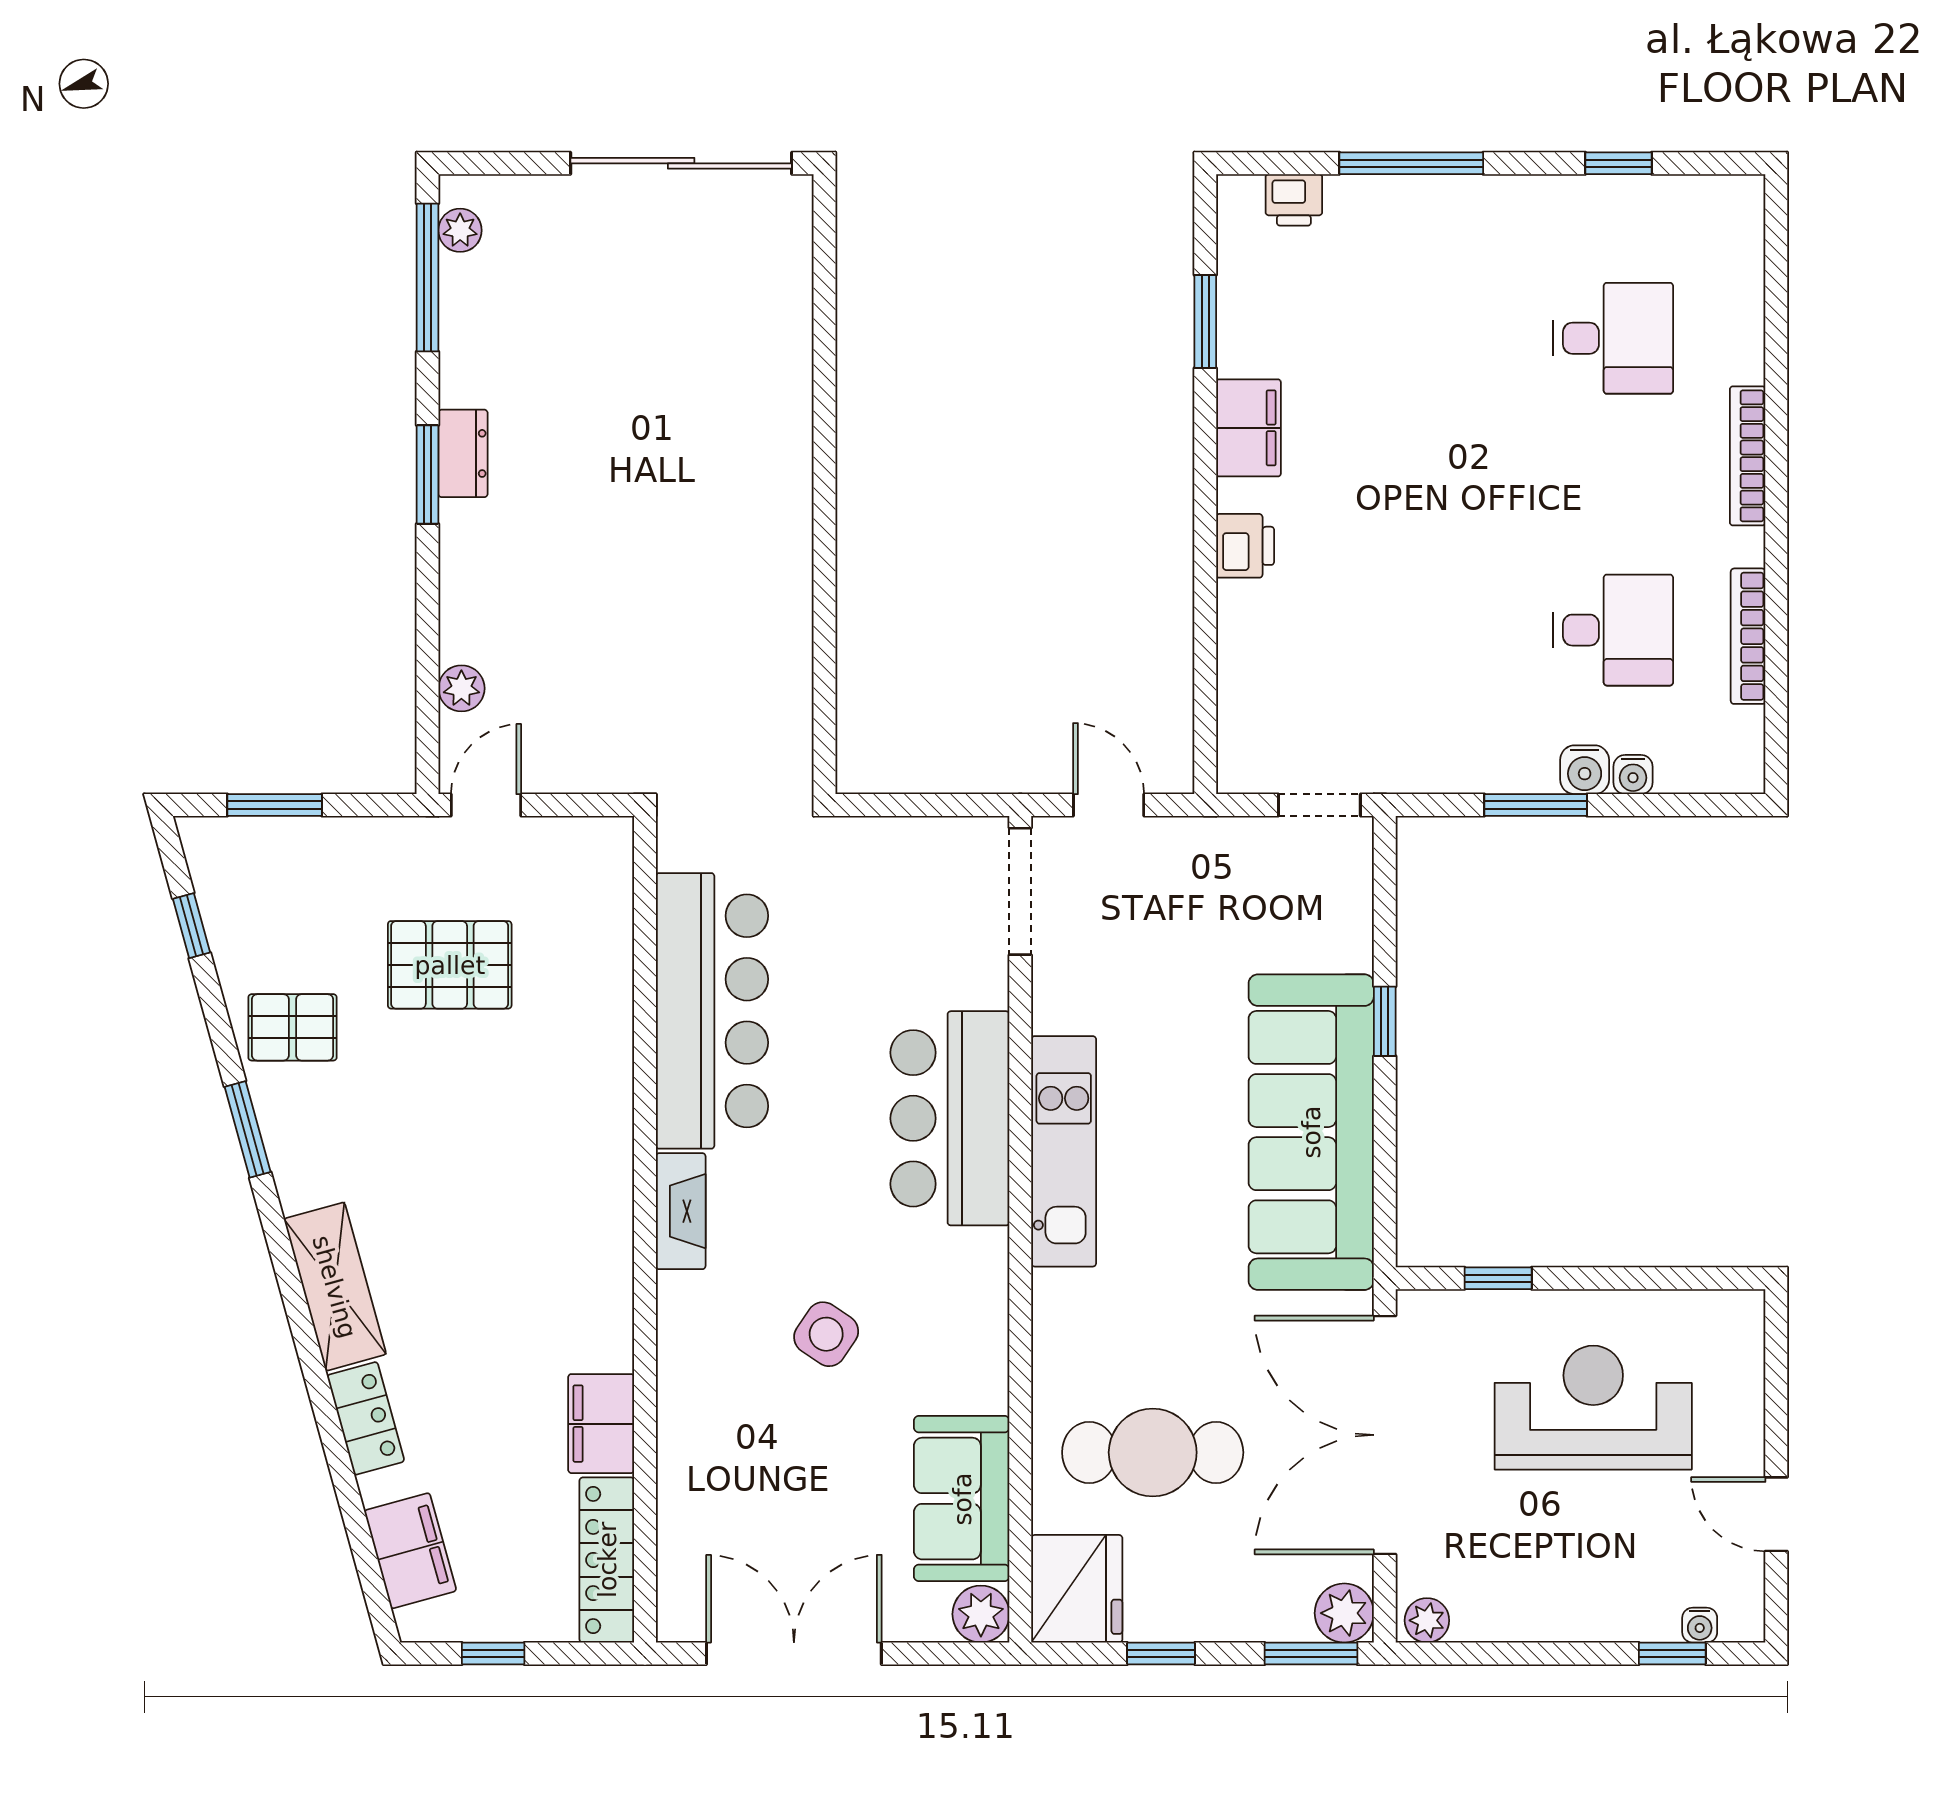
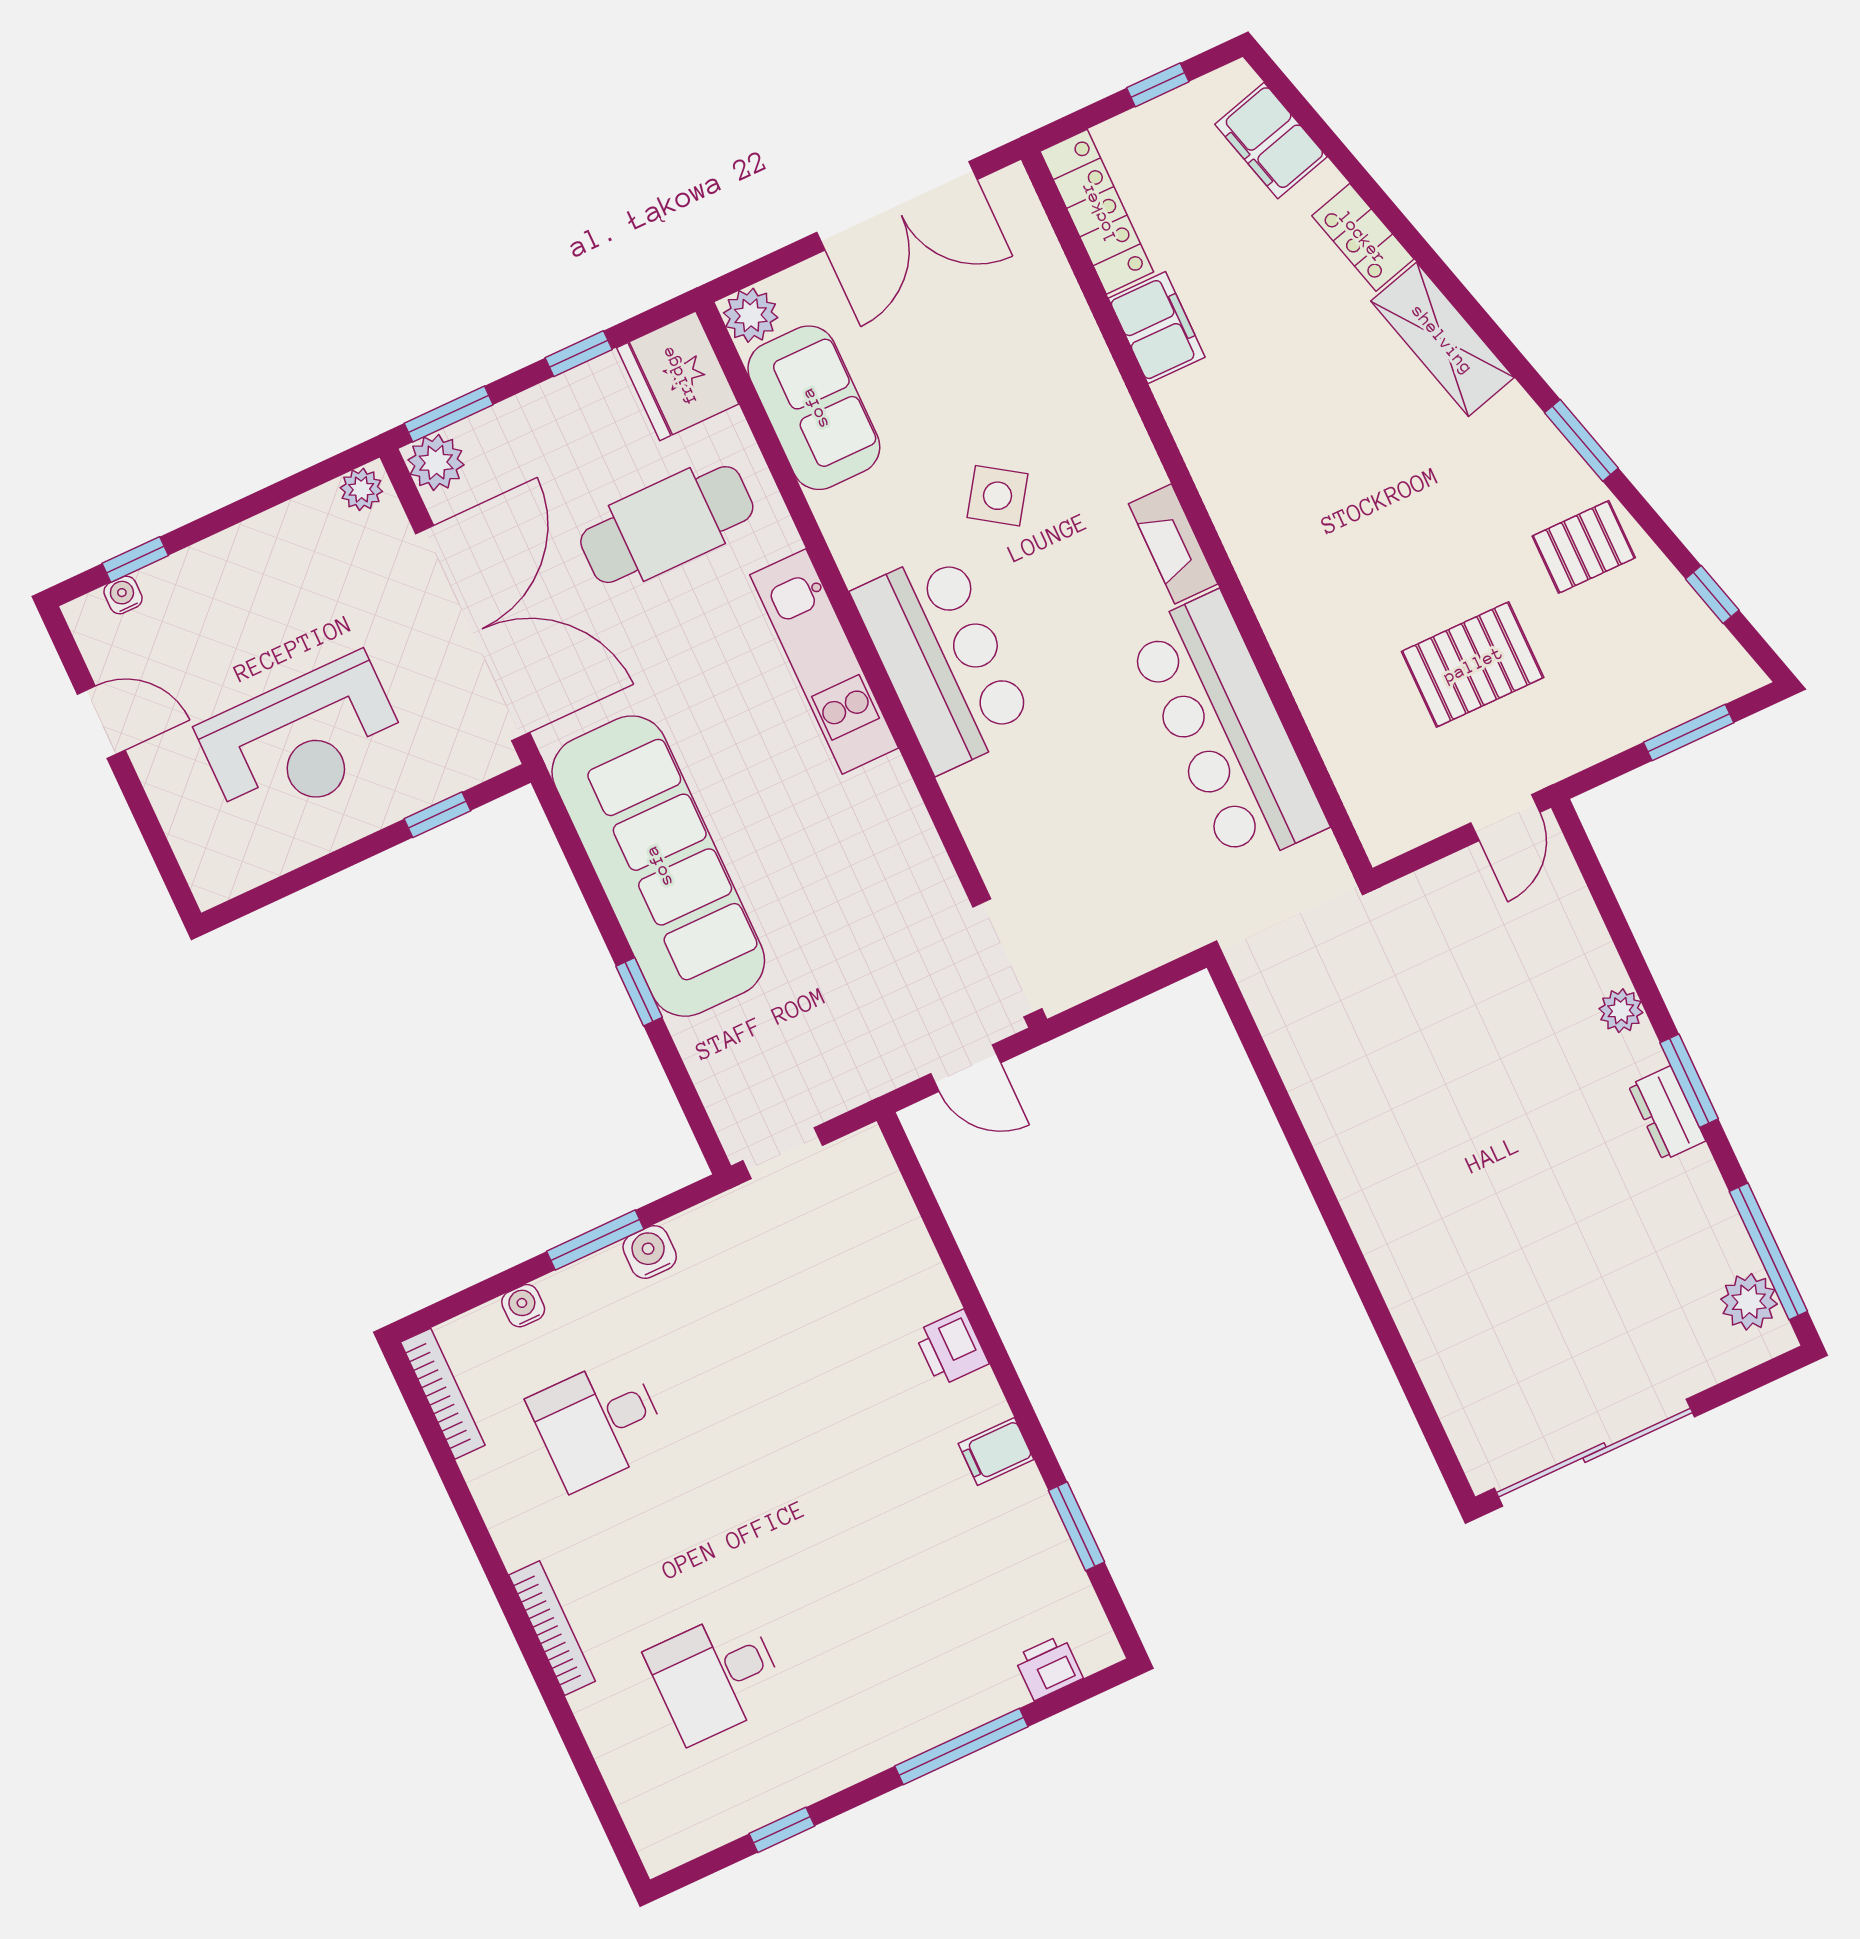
plant: (460, 230) -> (1749, 1302), width x1.38, depth x1.38
filing cabinet: (1249, 428) -> (996, 1451), width x0.50
bookcase: (1748, 636) -> (443, 1394), moved
plant: (461, 688) -> (1621, 1011), moved
water cooler: (1585, 770) -> (650, 1252), moved
bar counter: (950, 1118) -> (943, 660), moved
kitchen unit: (1064, 1151) -> (824, 661), moved

